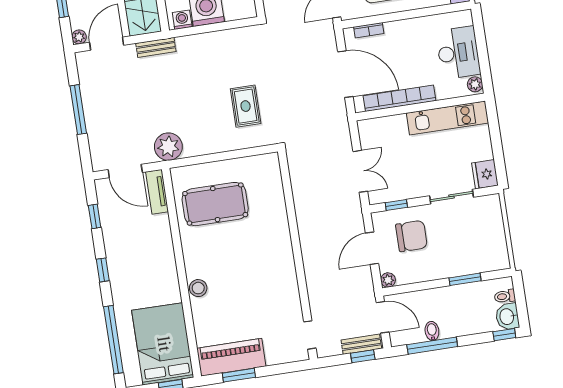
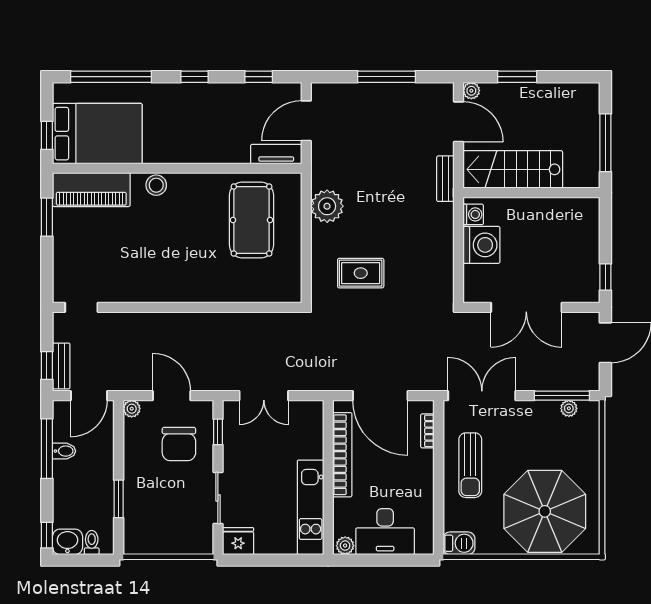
door: (345, 74) -> (380, 396), hinge flipped
plant: (168, 147) -> (327, 206), moved
piano: (231, 357) -> (91, 190), moved, turned 90

